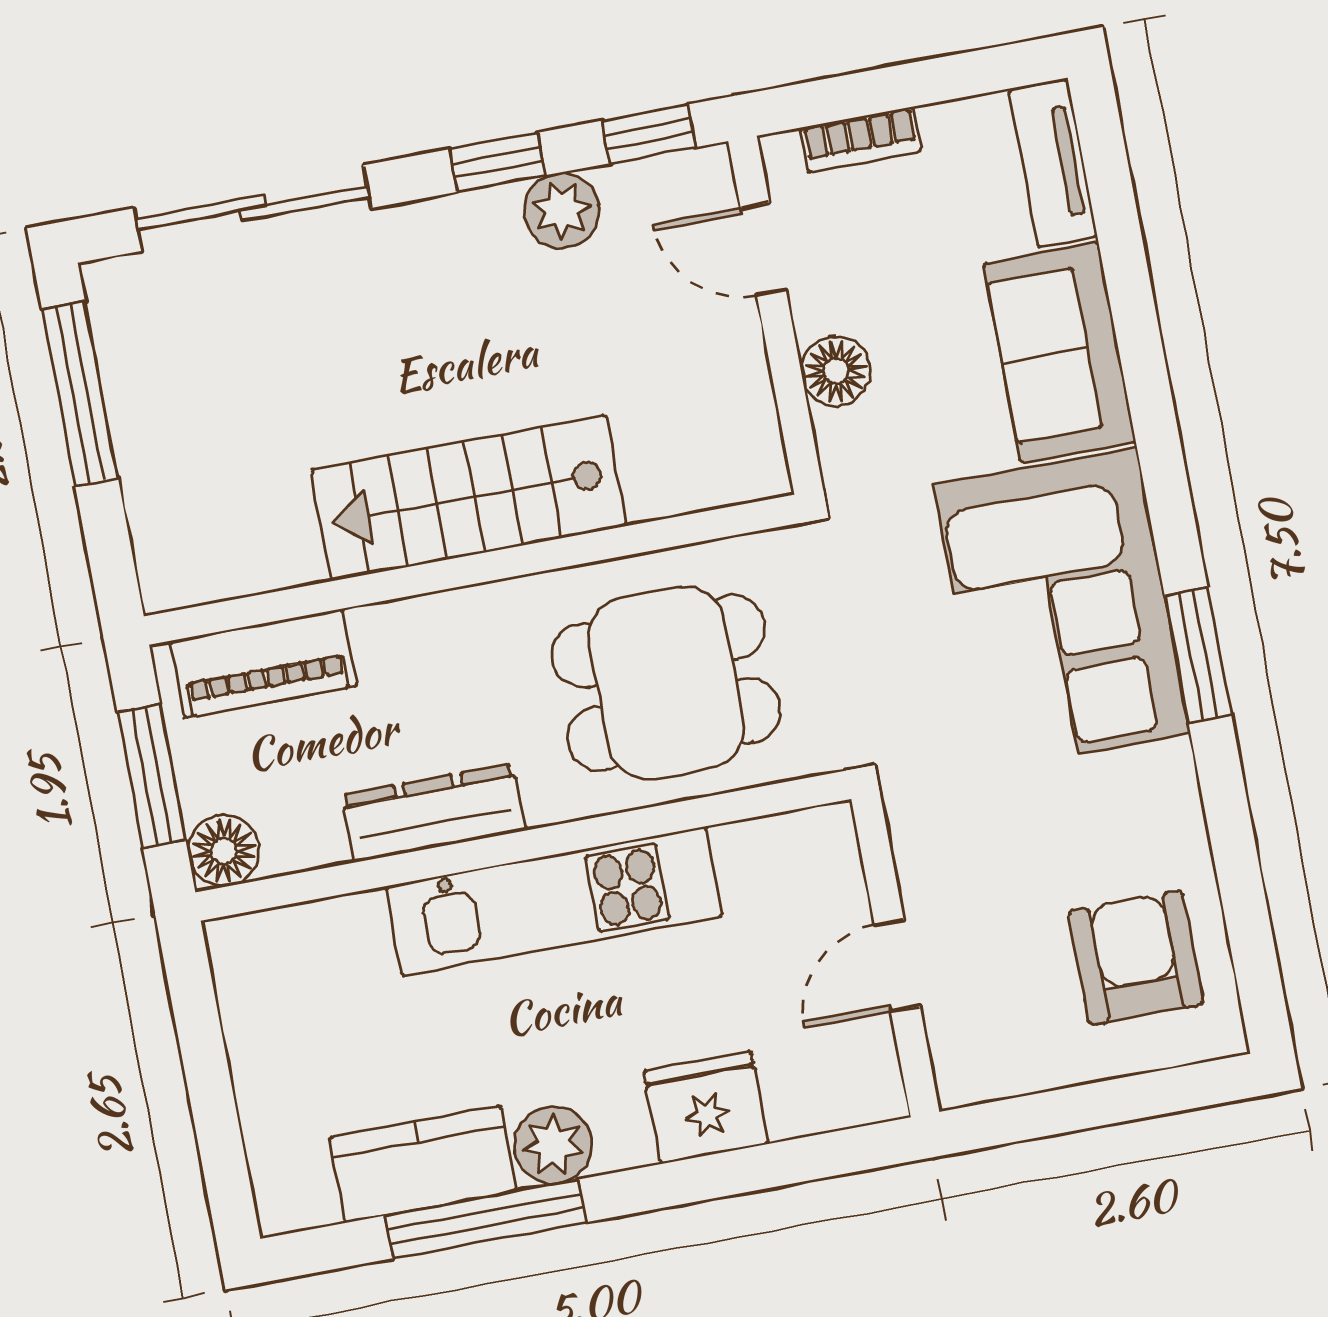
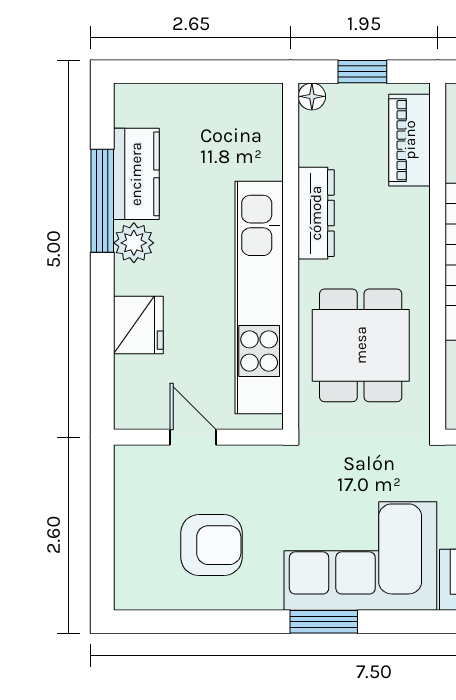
window: (152, 776) -> (362, 72), width x0.67
floor lamp: (224, 851) -> (312, 96), width x0.73, depth x0.73
kitchen unit: (554, 901) -> (259, 297), width x1.36
armchair: (1136, 958) -> (211, 545), moved

